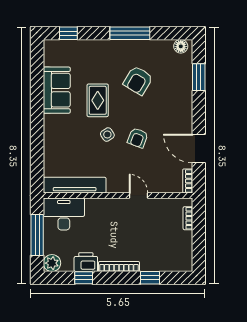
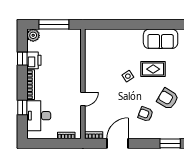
armchair: (138, 138) -> (145, 114), moved
tv unit: (75, 185) -> (91, 52), removed
desk: (64, 214) -> (39, 116), moved, turned 180

